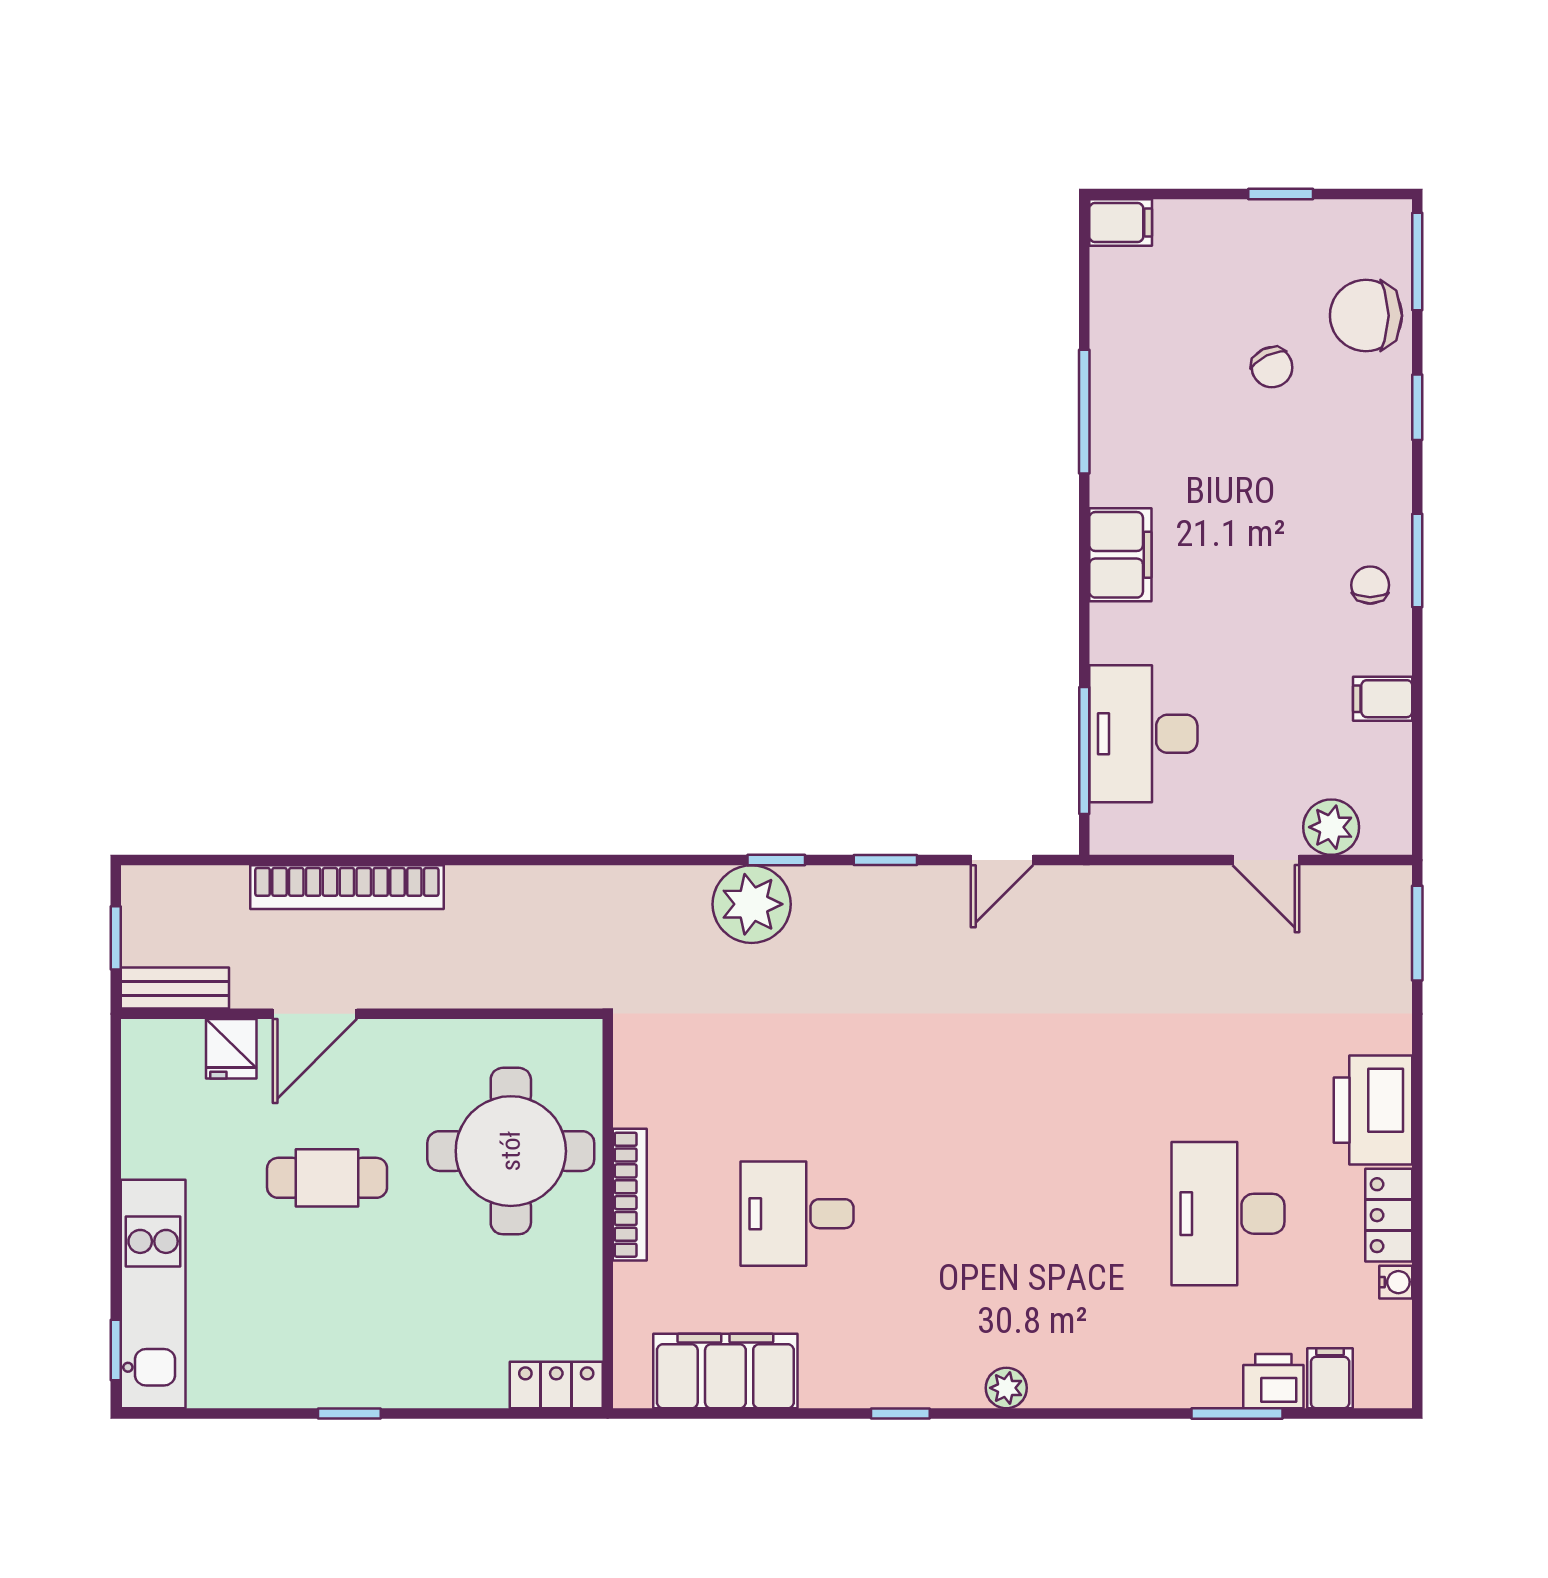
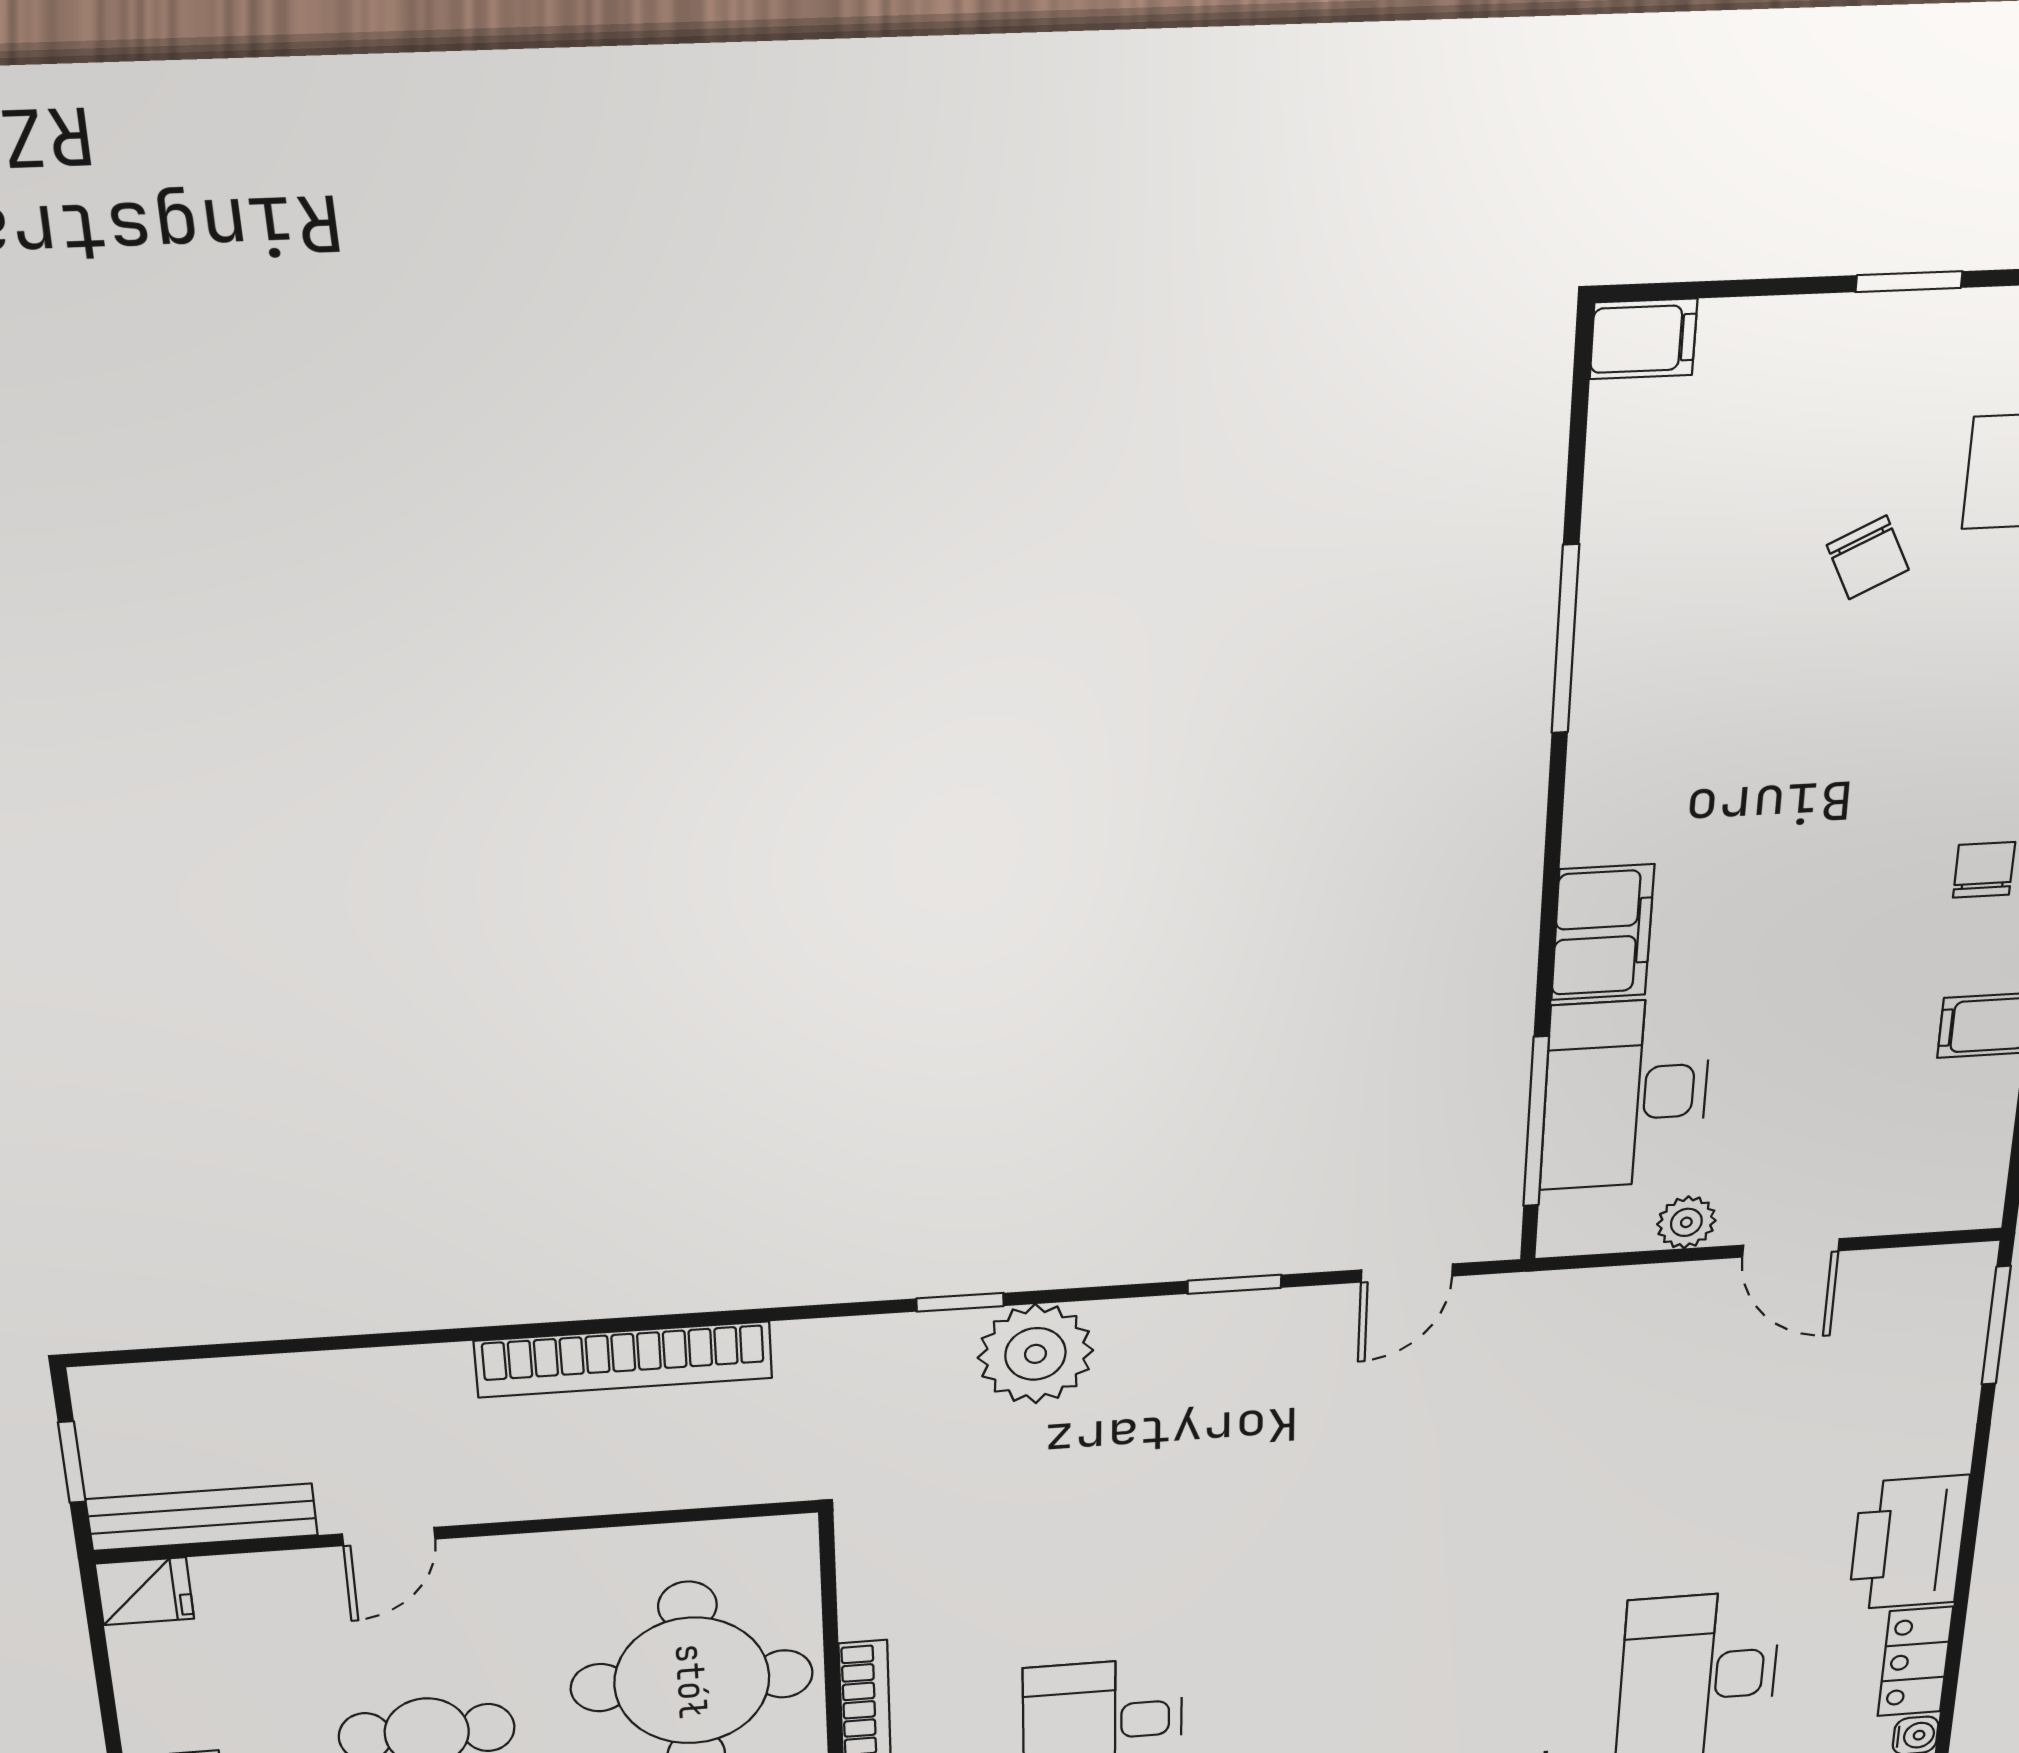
filing cabinet: (1120, 555) -> (1603, 932), moved
plant: (1331, 827) -> (1686, 1222), moved, width x0.73, depth x0.73
window: (776, 860) -> (960, 1302), moved
bookcase: (347, 887) -> (624, 1359), moved
bench: (175, 988) -> (202, 1517), width x1.36
door: (315, 1014) -> (389, 1536), width x0.73
fridge: (231, 1049) -> (145, 1591), moved, turned -90

